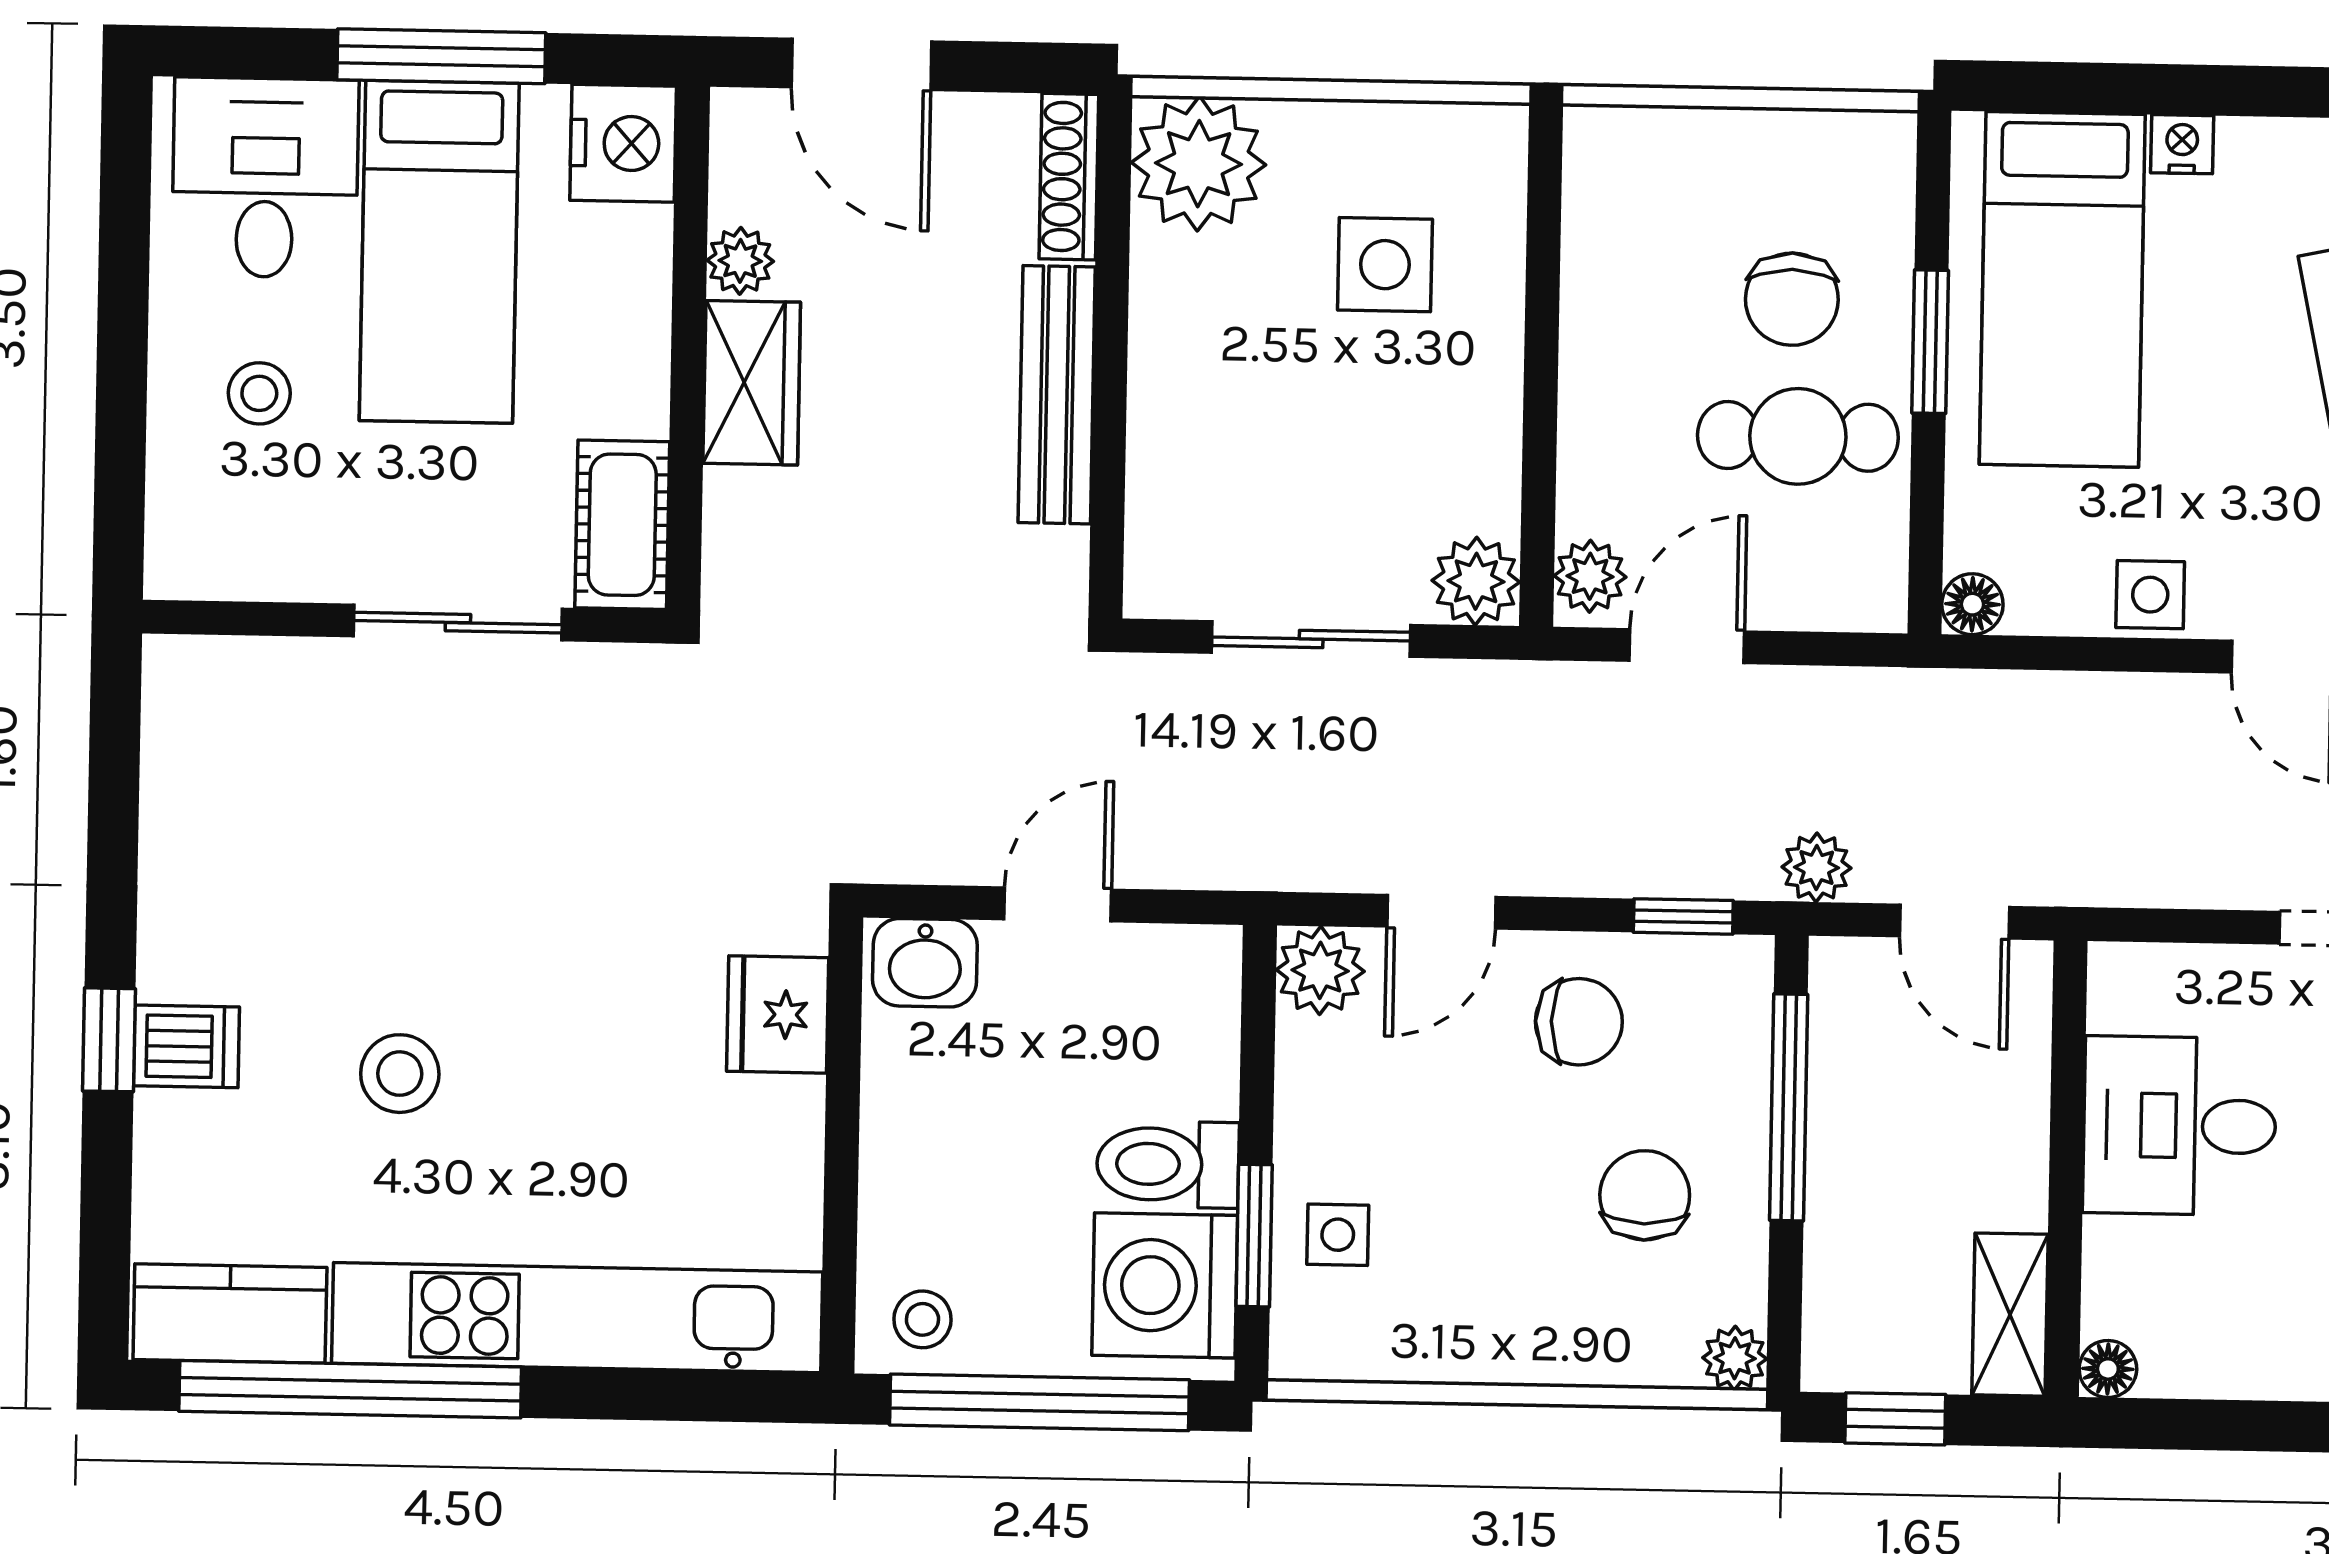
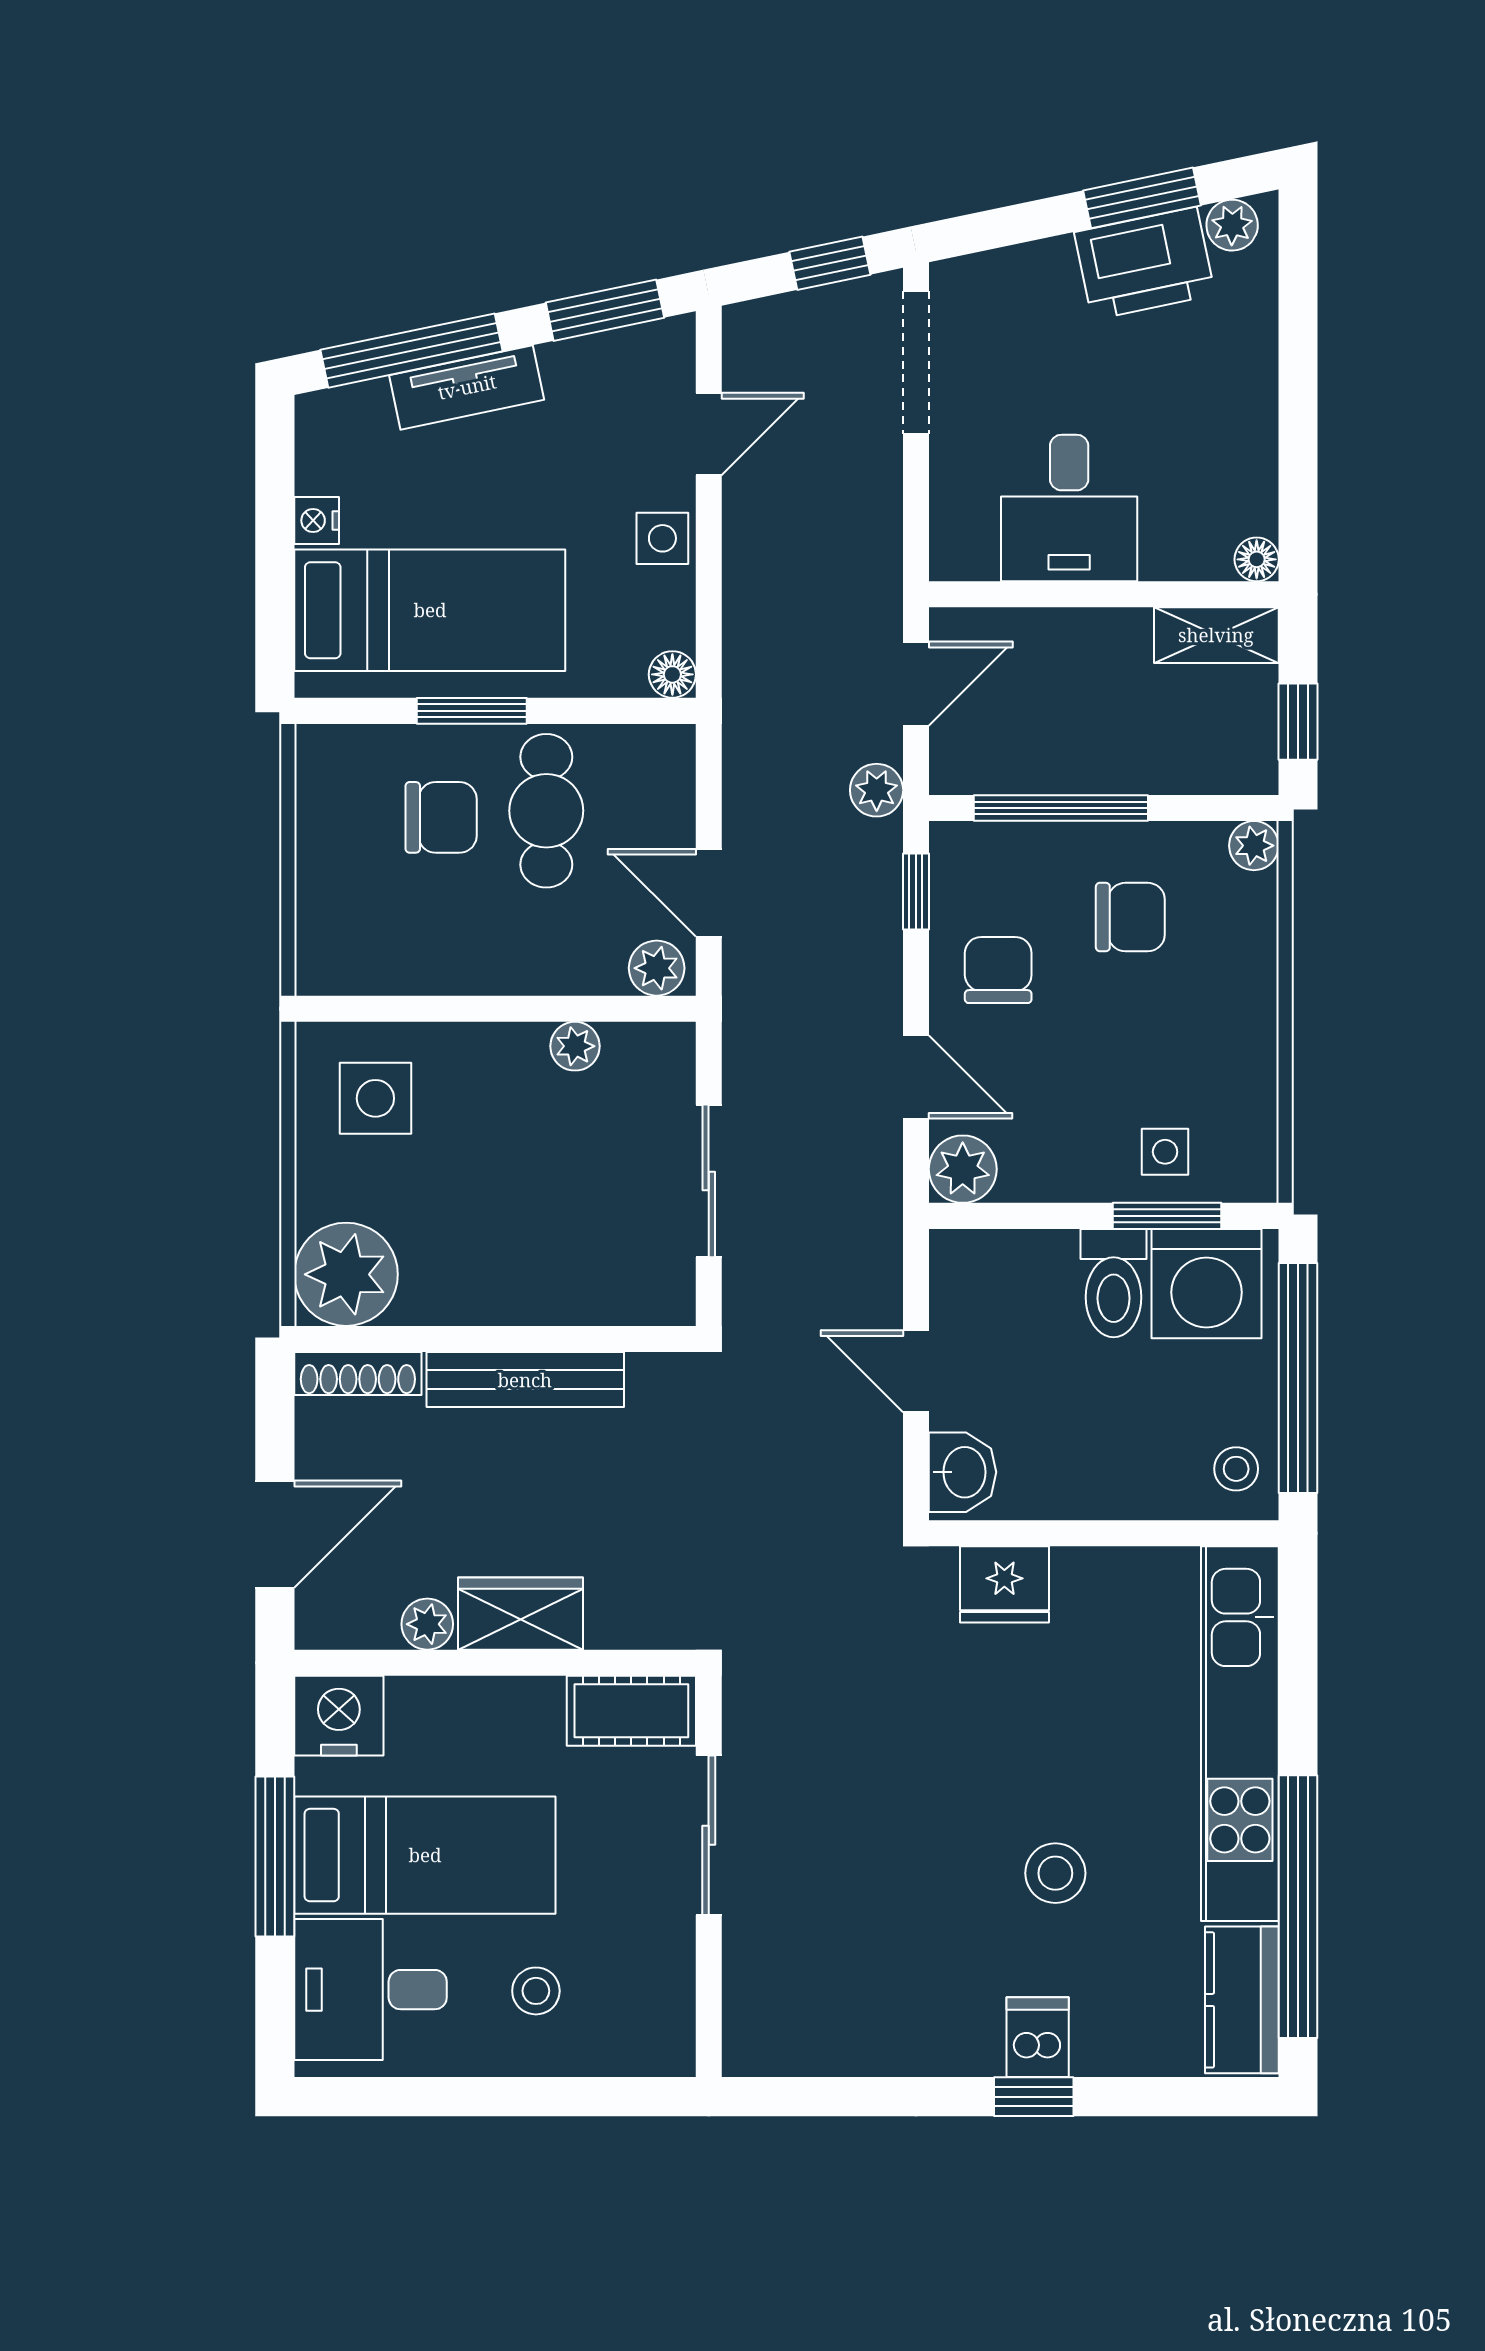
side table: (1385, 265) -> (375, 1098), moved
plant: (1476, 581) -> (575, 1046), moved, width x0.73, depth x0.73
chair: (1645, 1195) -> (1130, 917), turned 180

